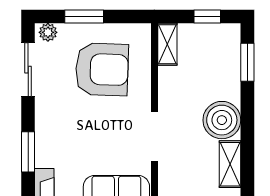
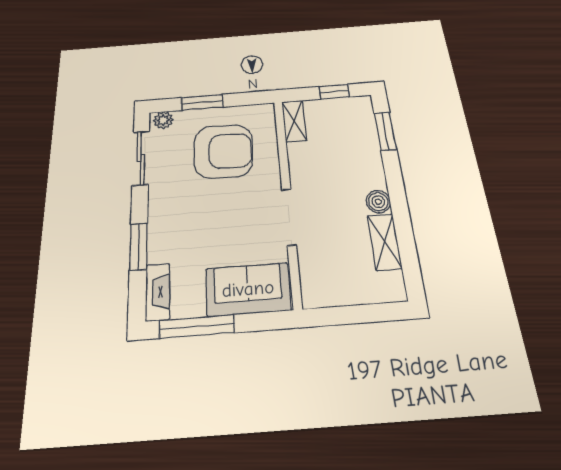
boiler: (222, 120) -> (378, 202), width x0.54, depth x0.54

